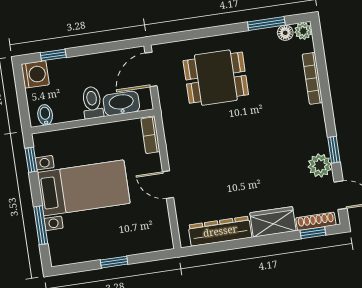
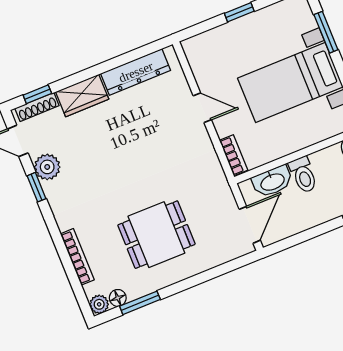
dining table: (216, 78) -> (156, 235), moved

